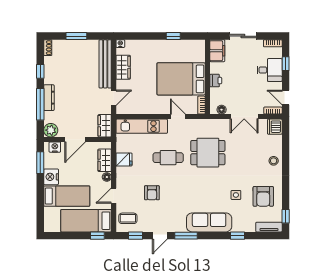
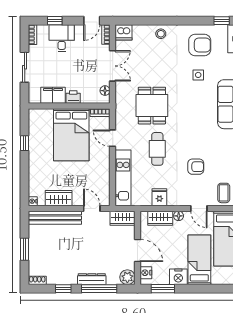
filing cabinet: (217, 51) -> (53, 95), moved
door: (178, 117) -> (113, 138), hinge flipped

